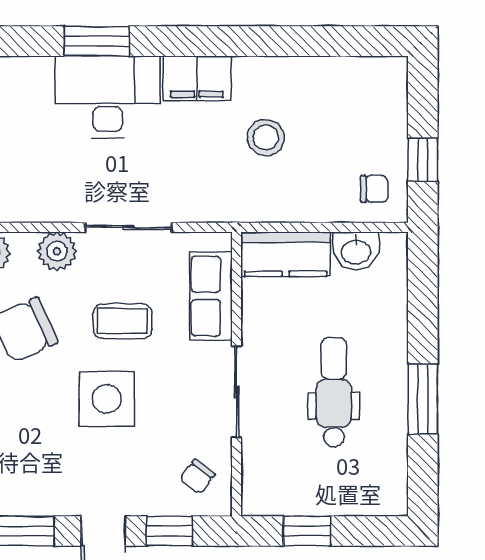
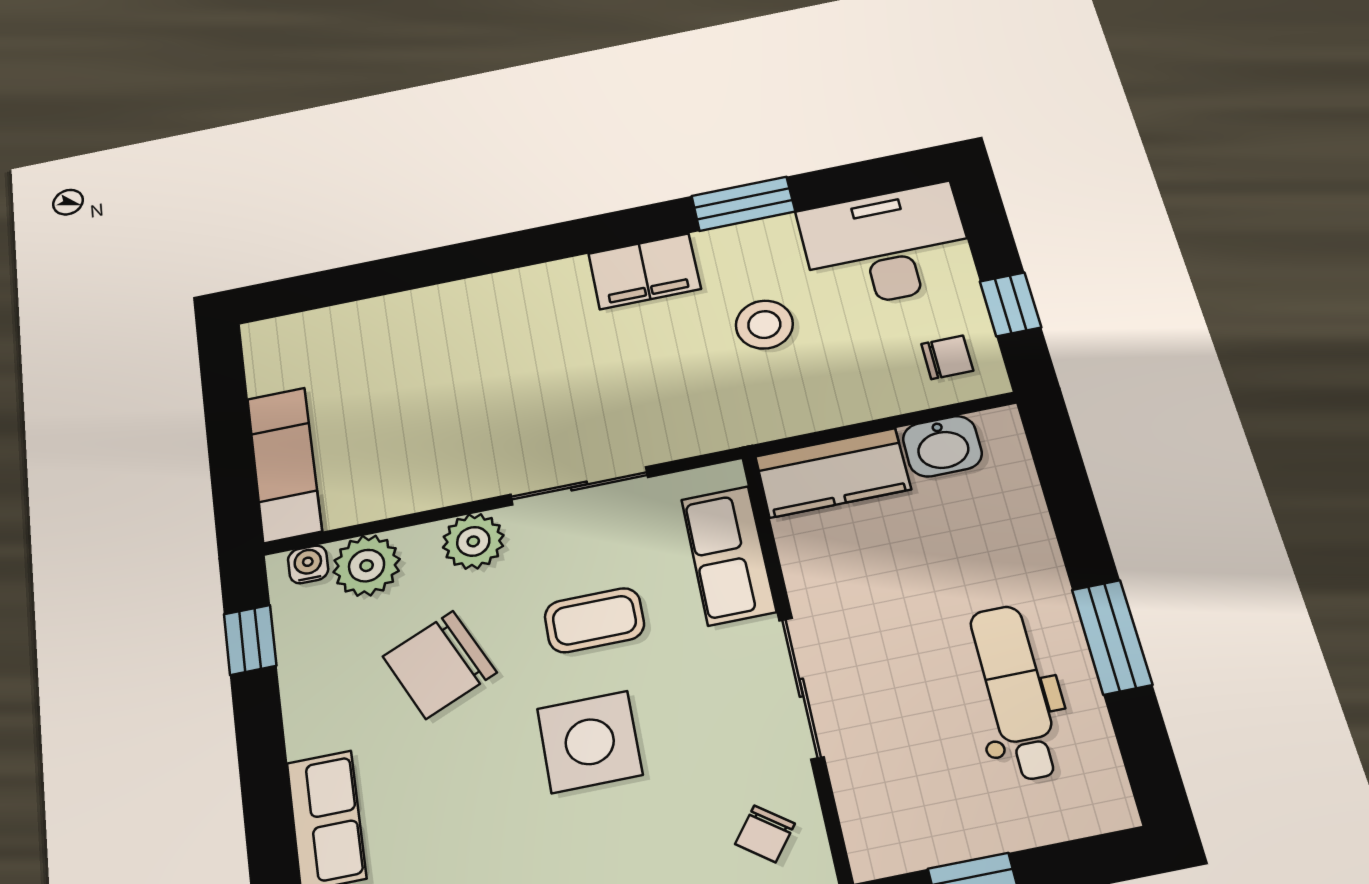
window: (97, 41) -> (743, 204), moved
desk: (108, 97) -> (886, 246), moved
dental chair: (334, 392) -> (1016, 692), moved

